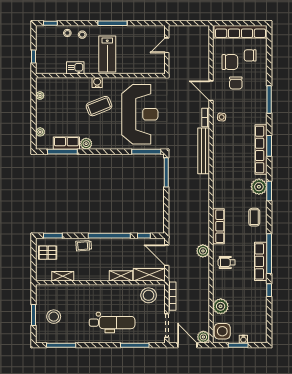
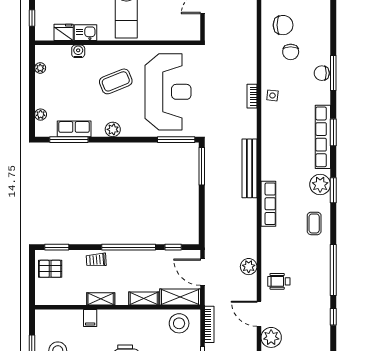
chair: (250, 55) -> (322, 73), moved
fridge: (58, 68) -> (64, 32), added
water cooler: (97, 83) -> (78, 51), moved
door: (211, 91) -> (259, 314), moved
plant: (86, 144) -> (113, 129), moved
bench: (204, 151) -> (250, 168), moved
row of seats: (218, 226) -> (268, 204), moved
row of seats: (261, 261) -> (322, 280), removed
shelving: (63, 276) -> (101, 299), moved
filing cabinet: (79, 291) -> (90, 318), added

